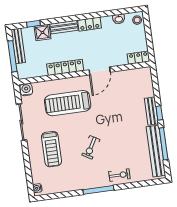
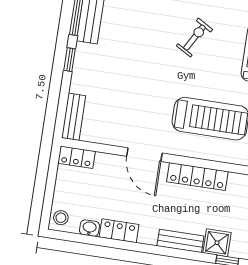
locker: (89, 24) -> (119, 231), moved
door: (100, 71) -> (144, 155), swing flipped
bench: (151, 111) -> (74, 117), moved

